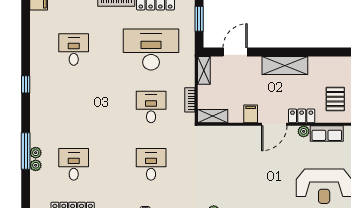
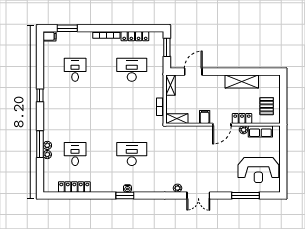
desk: (151, 49) -> (132, 70), width x0.73, depth x0.77
shelving: (285, 65) -> (242, 82), moved
desk: (151, 107) -> (132, 112), removed
desk: (151, 164) -> (132, 154), width x1.37

